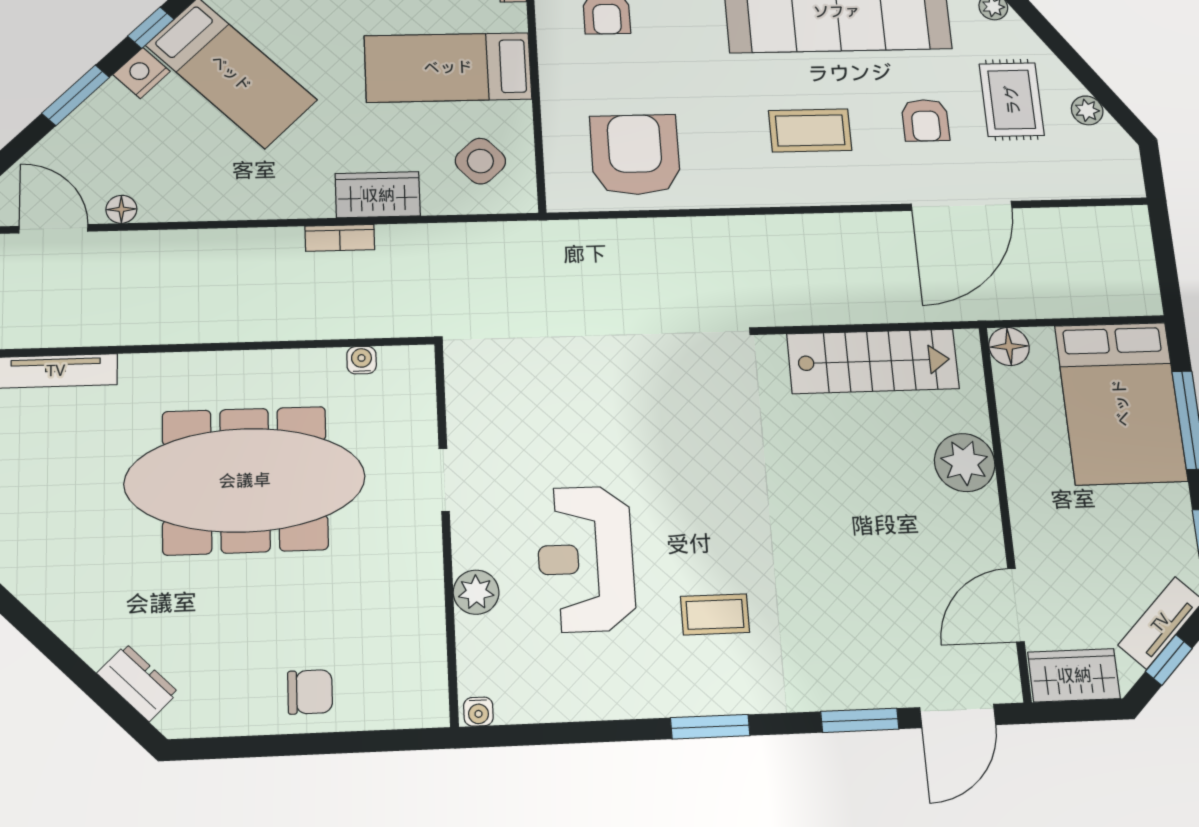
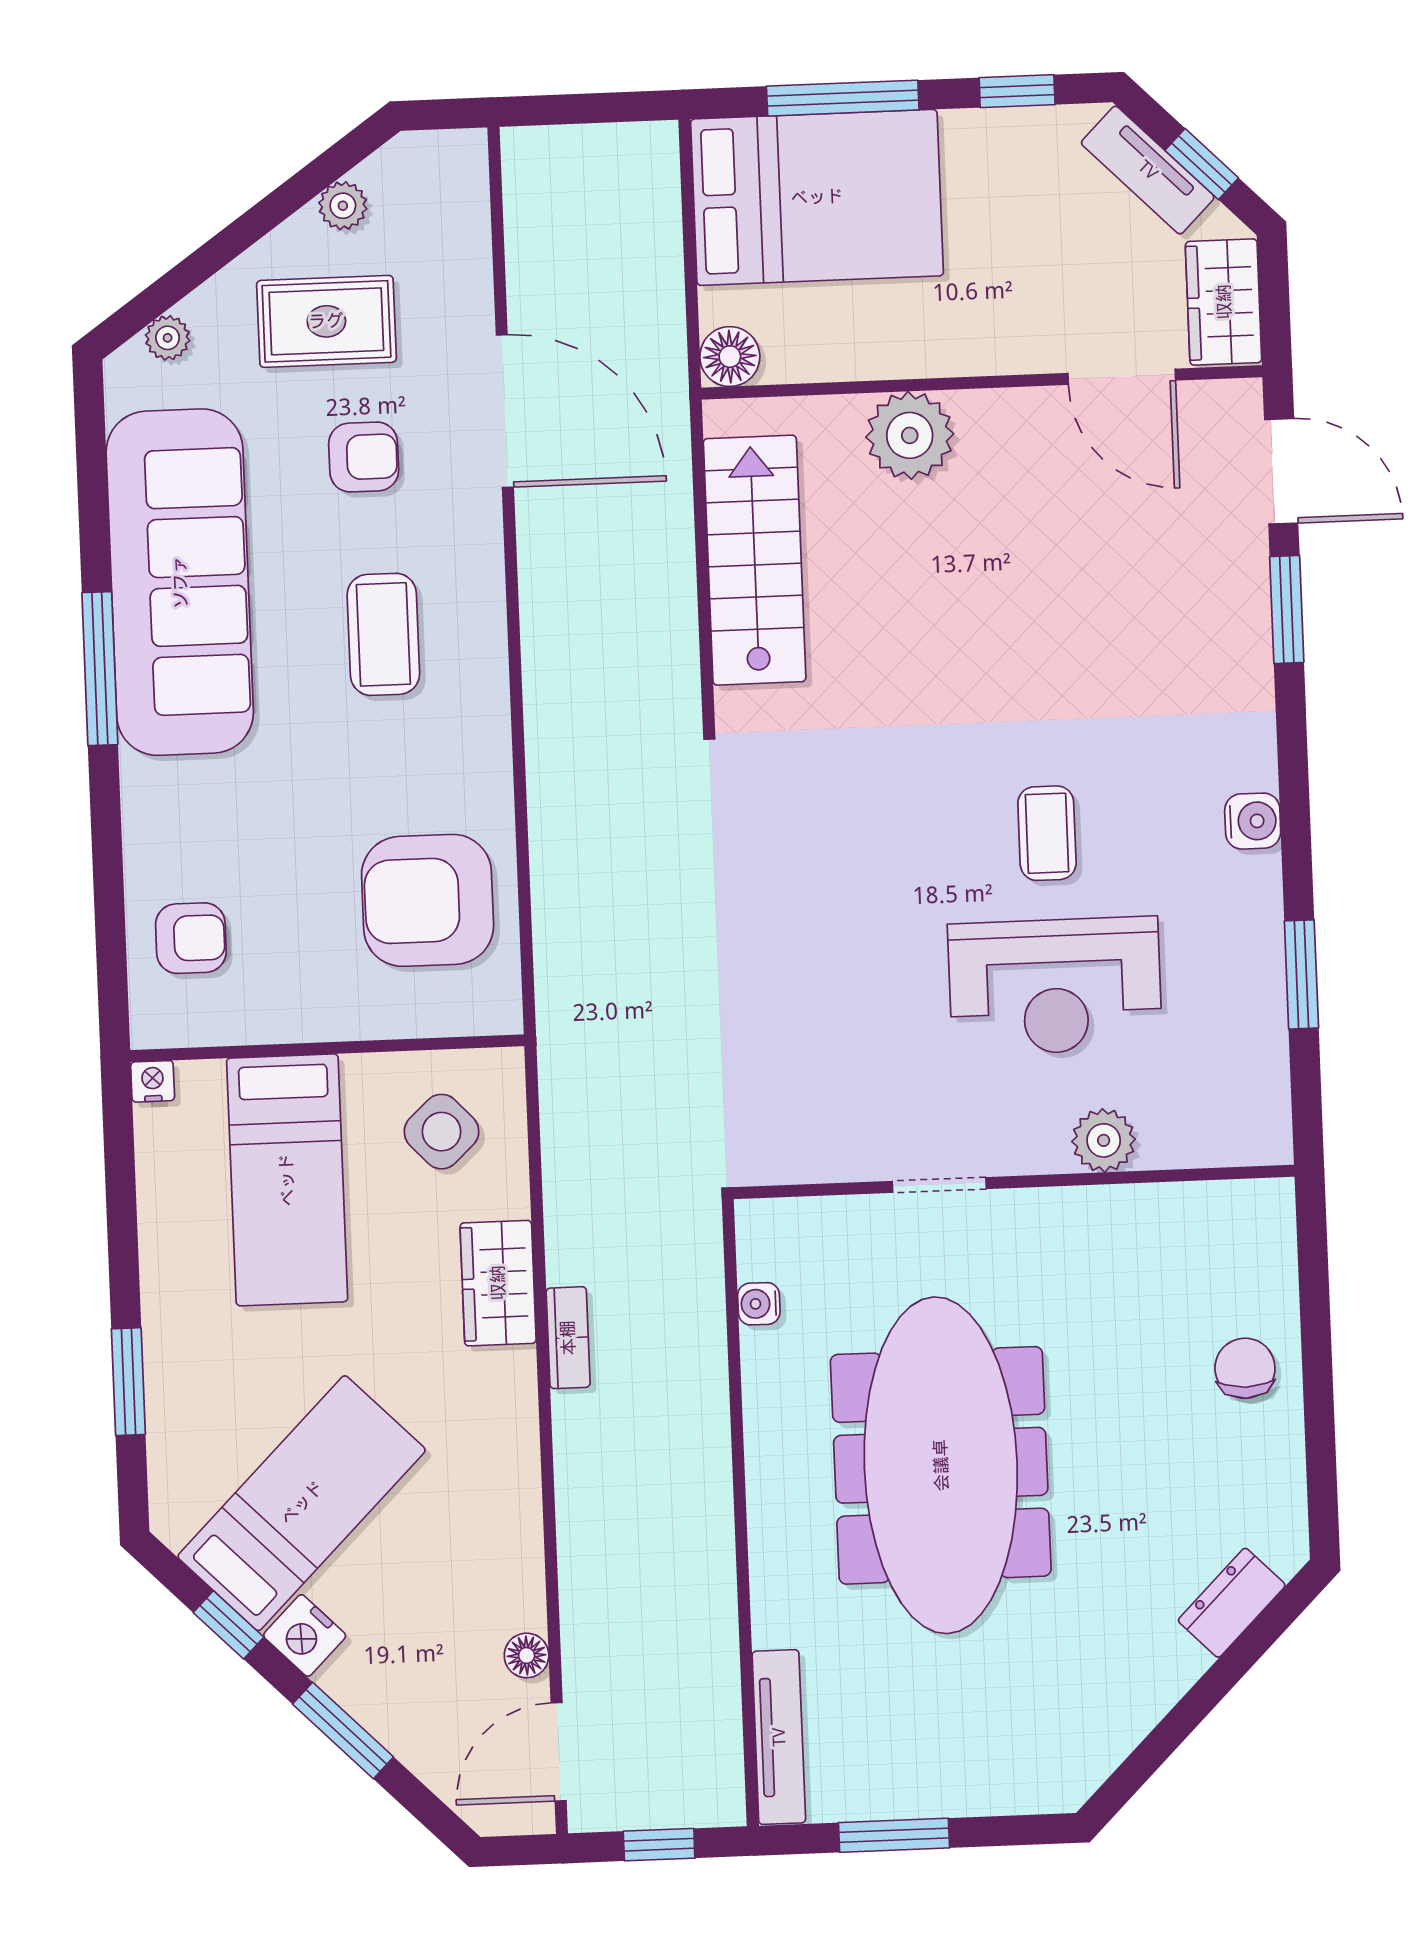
coffee table: (715, 614) -> (1047, 833), moved
water cooler: (478, 712) -> (1253, 821), moved, width x1.38, depth x1.38
window: (710, 727) -> (1301, 974), moved

